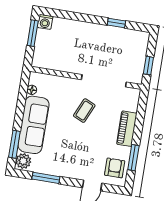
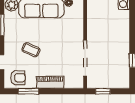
coffee table: (84, 111) -> (31, 50), moved

